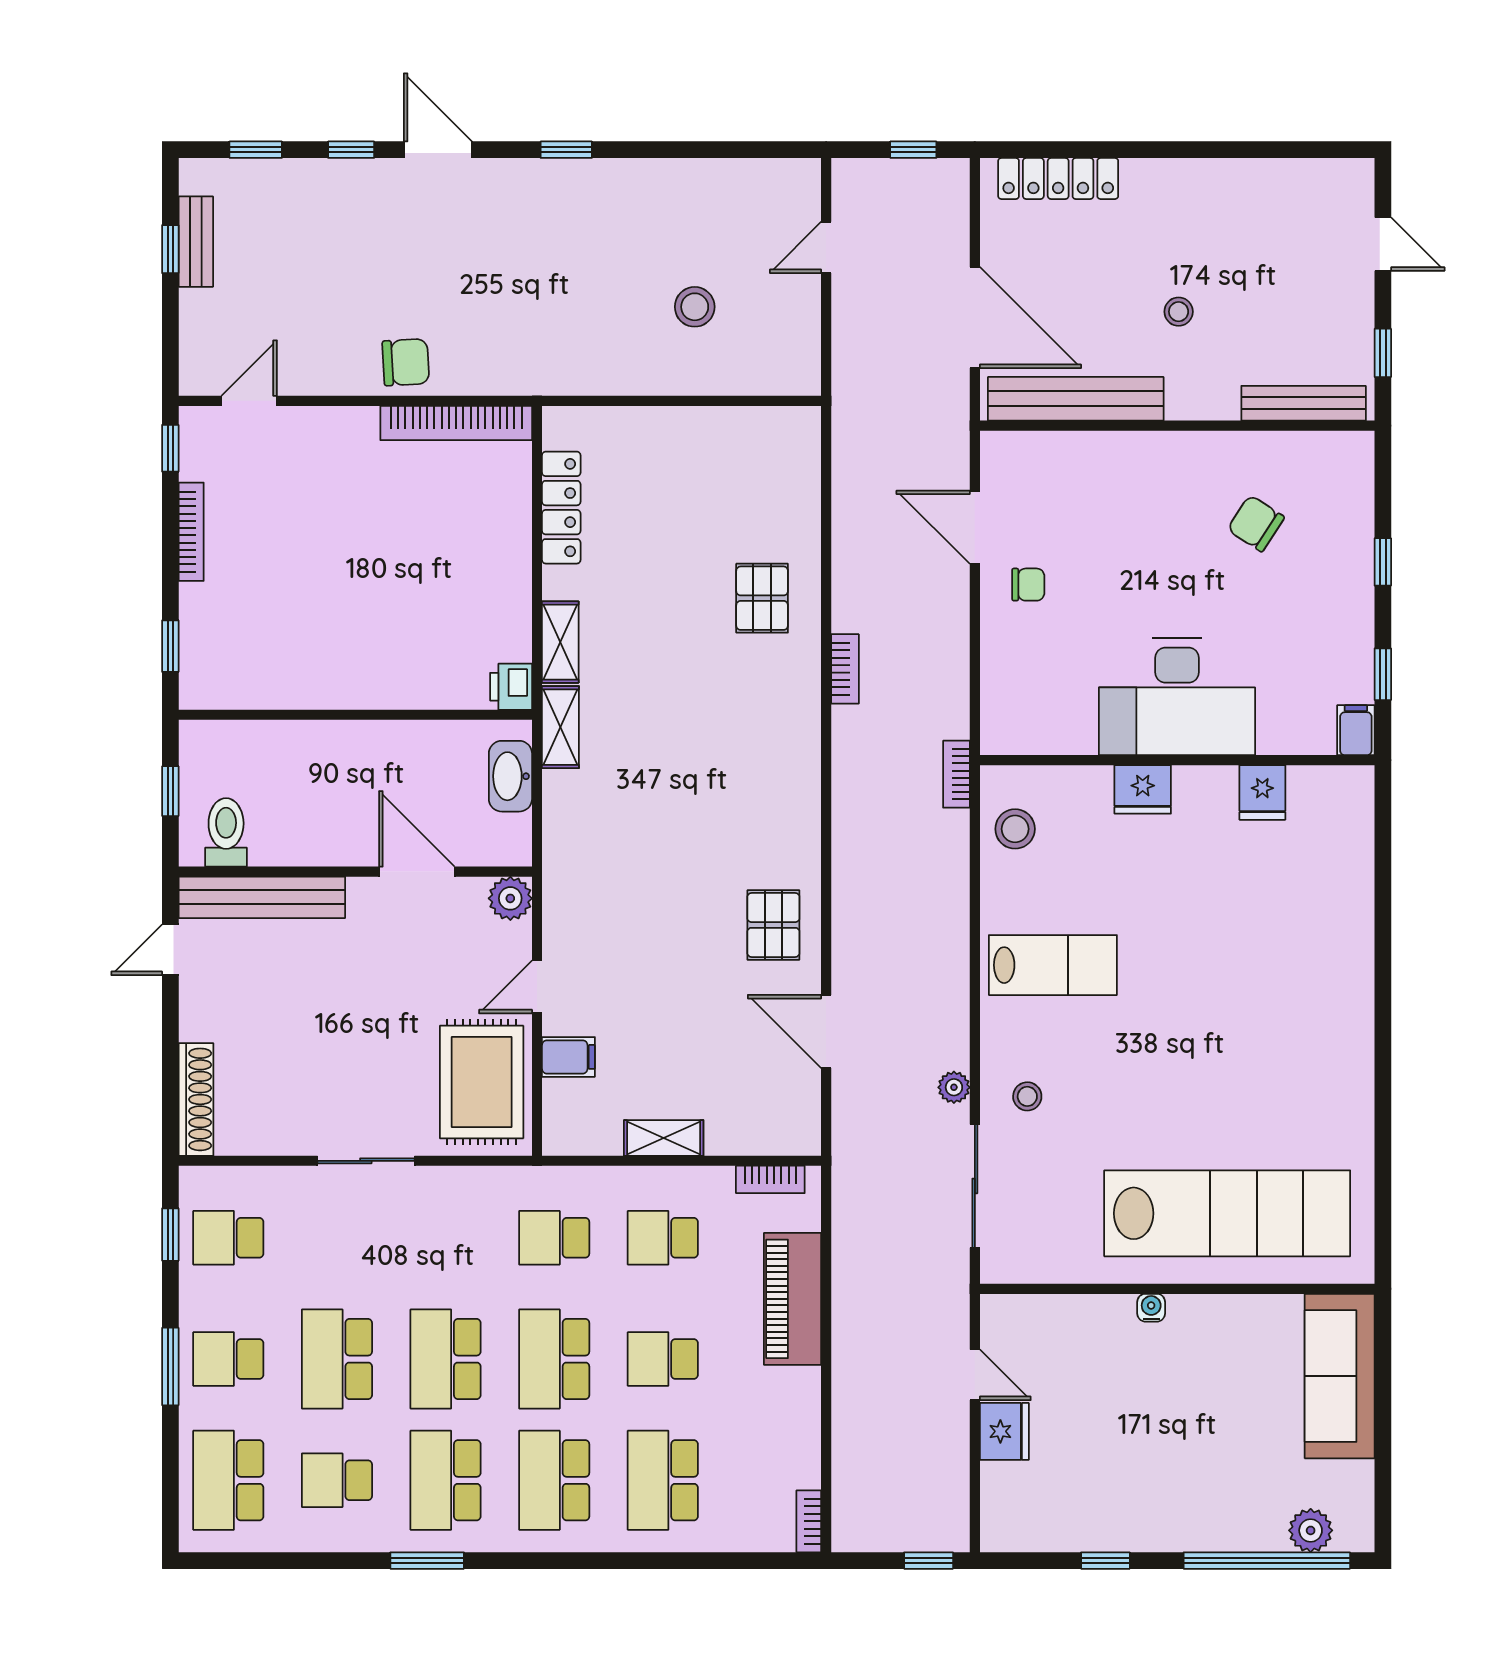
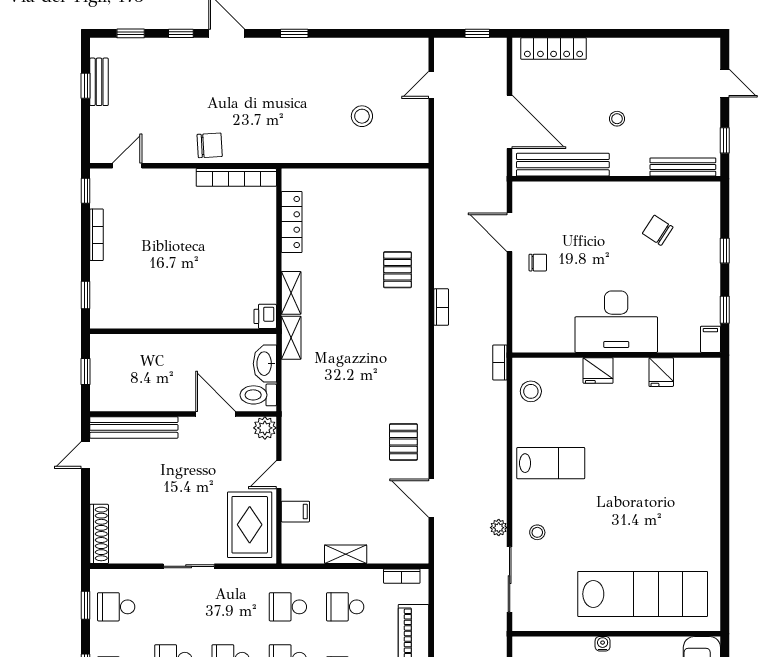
toilet: (226, 832) -> (258, 395), moved, turned -90

